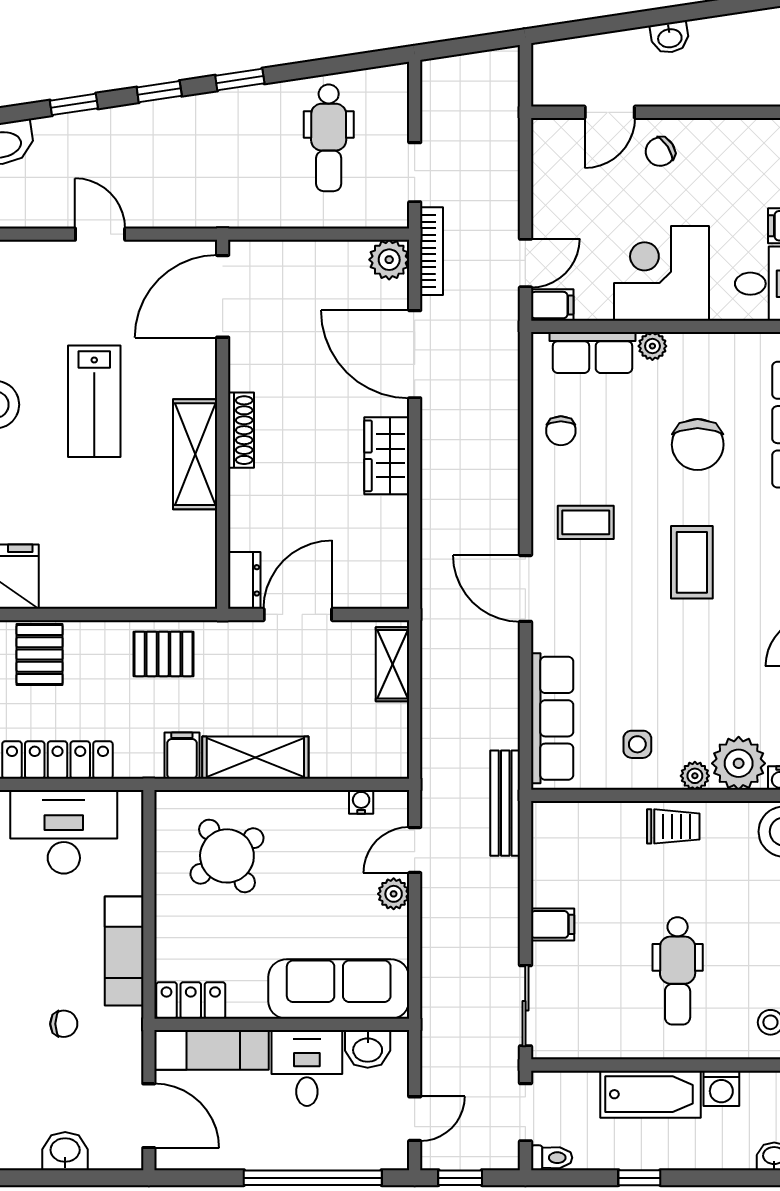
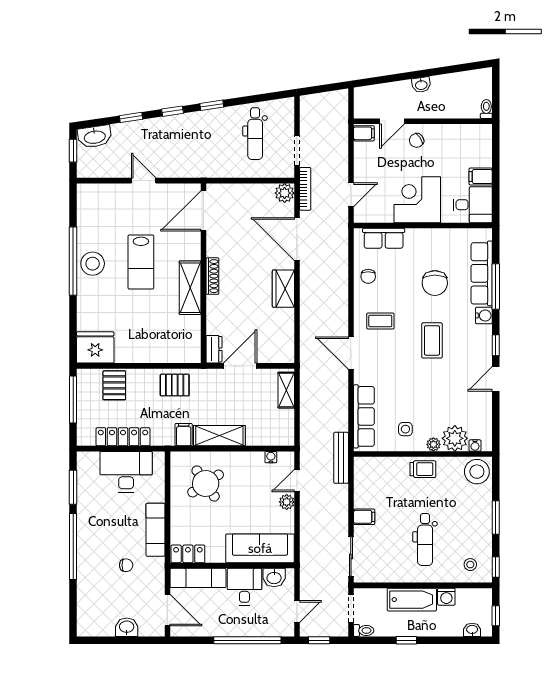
filing cabinet: (552, 305) -> (364, 133), moved
plant: (652, 346) -> (413, 235), removed

